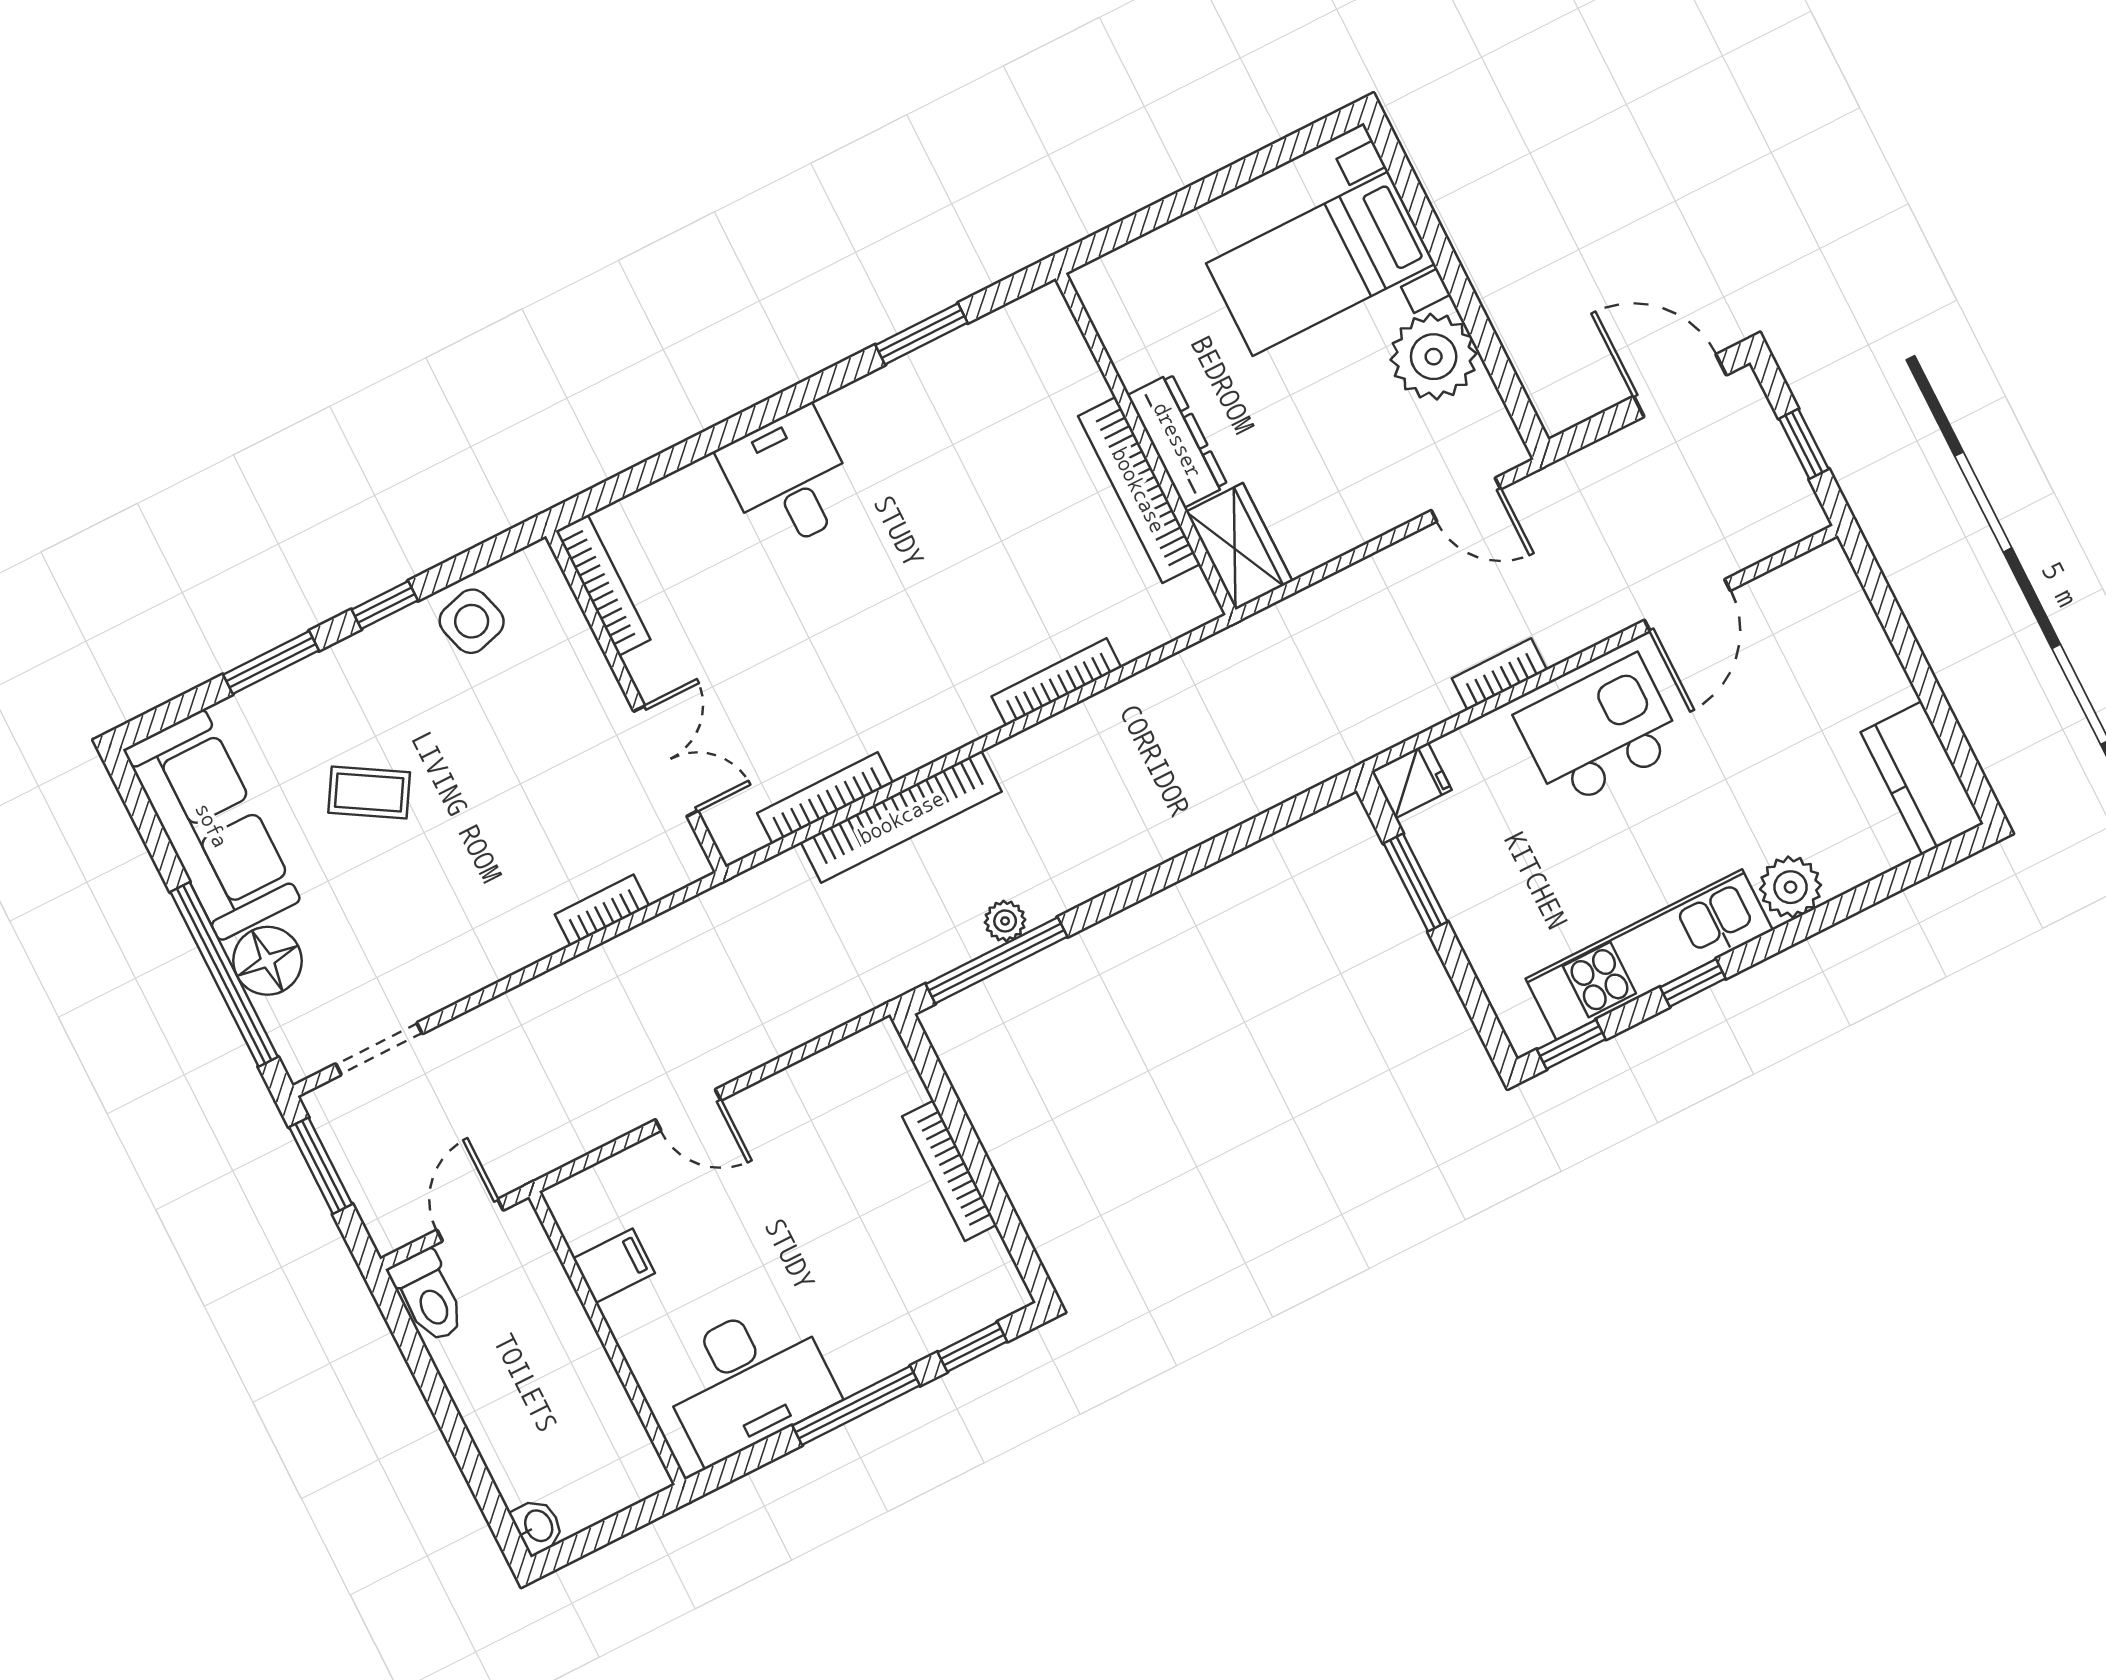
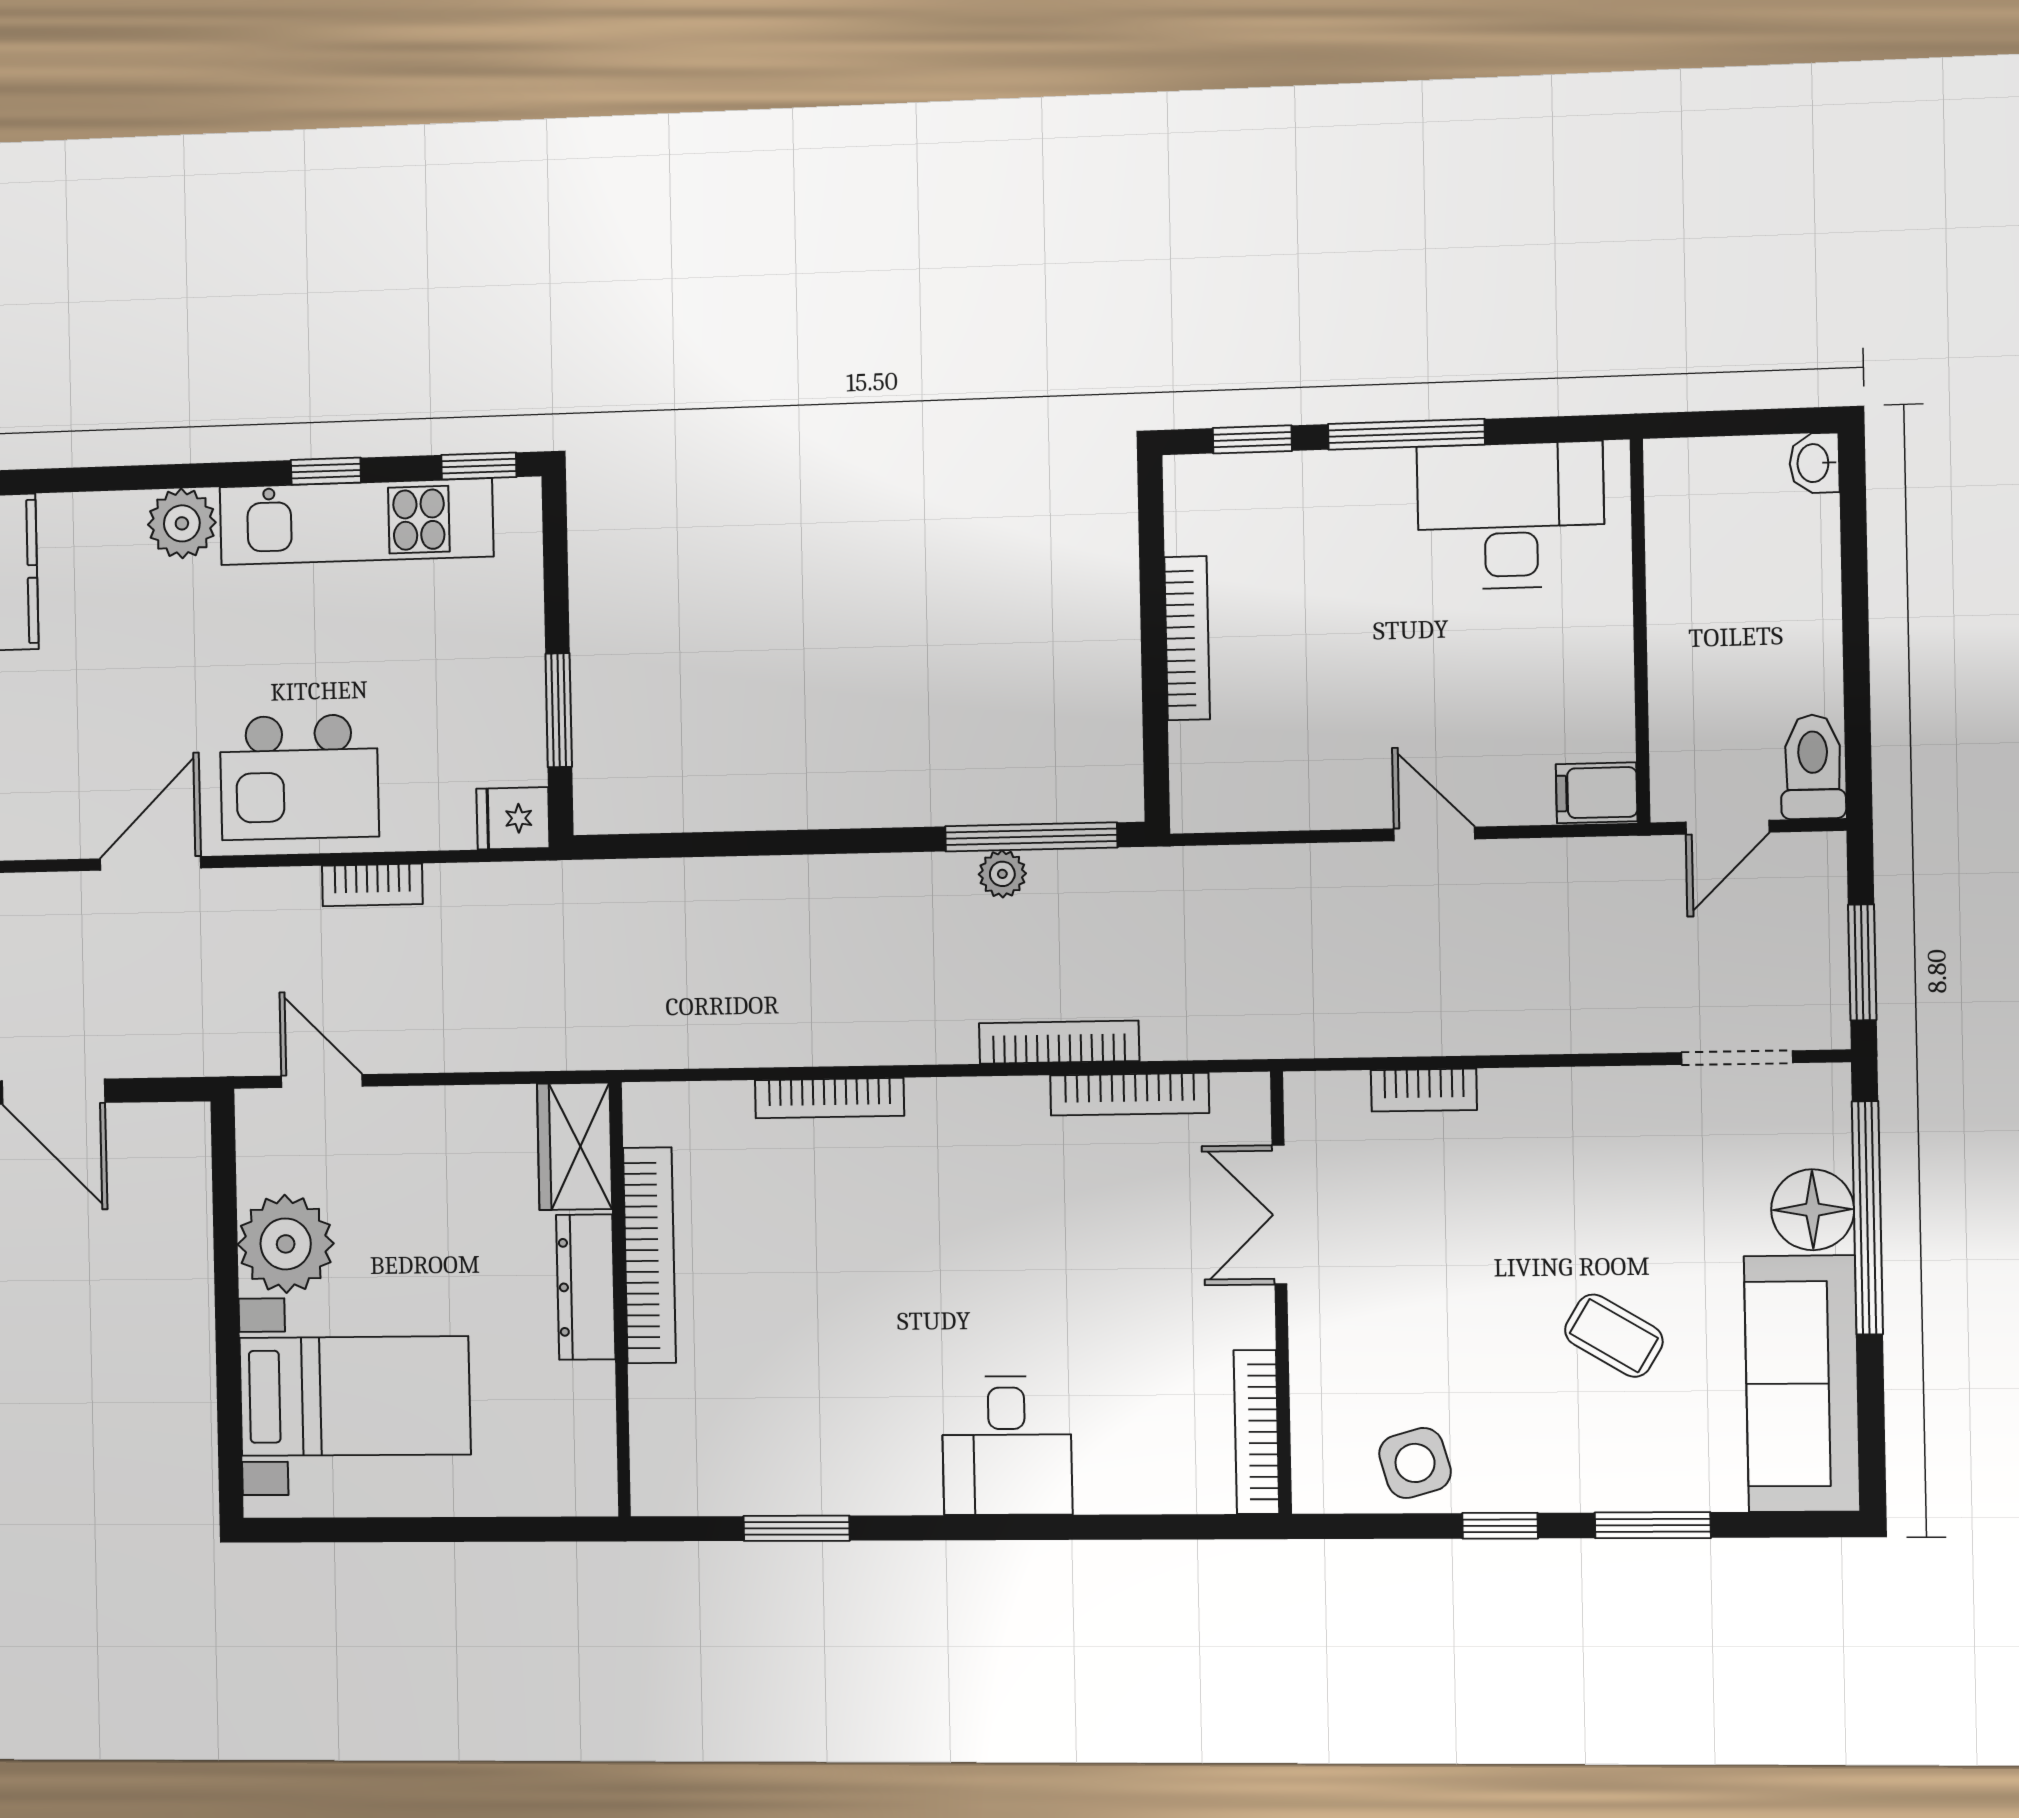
bookcase: (901, 817) -> (1059, 1042), width x0.68, depth x0.76
filing cabinet: (614, 1266) -> (1597, 793), moved

